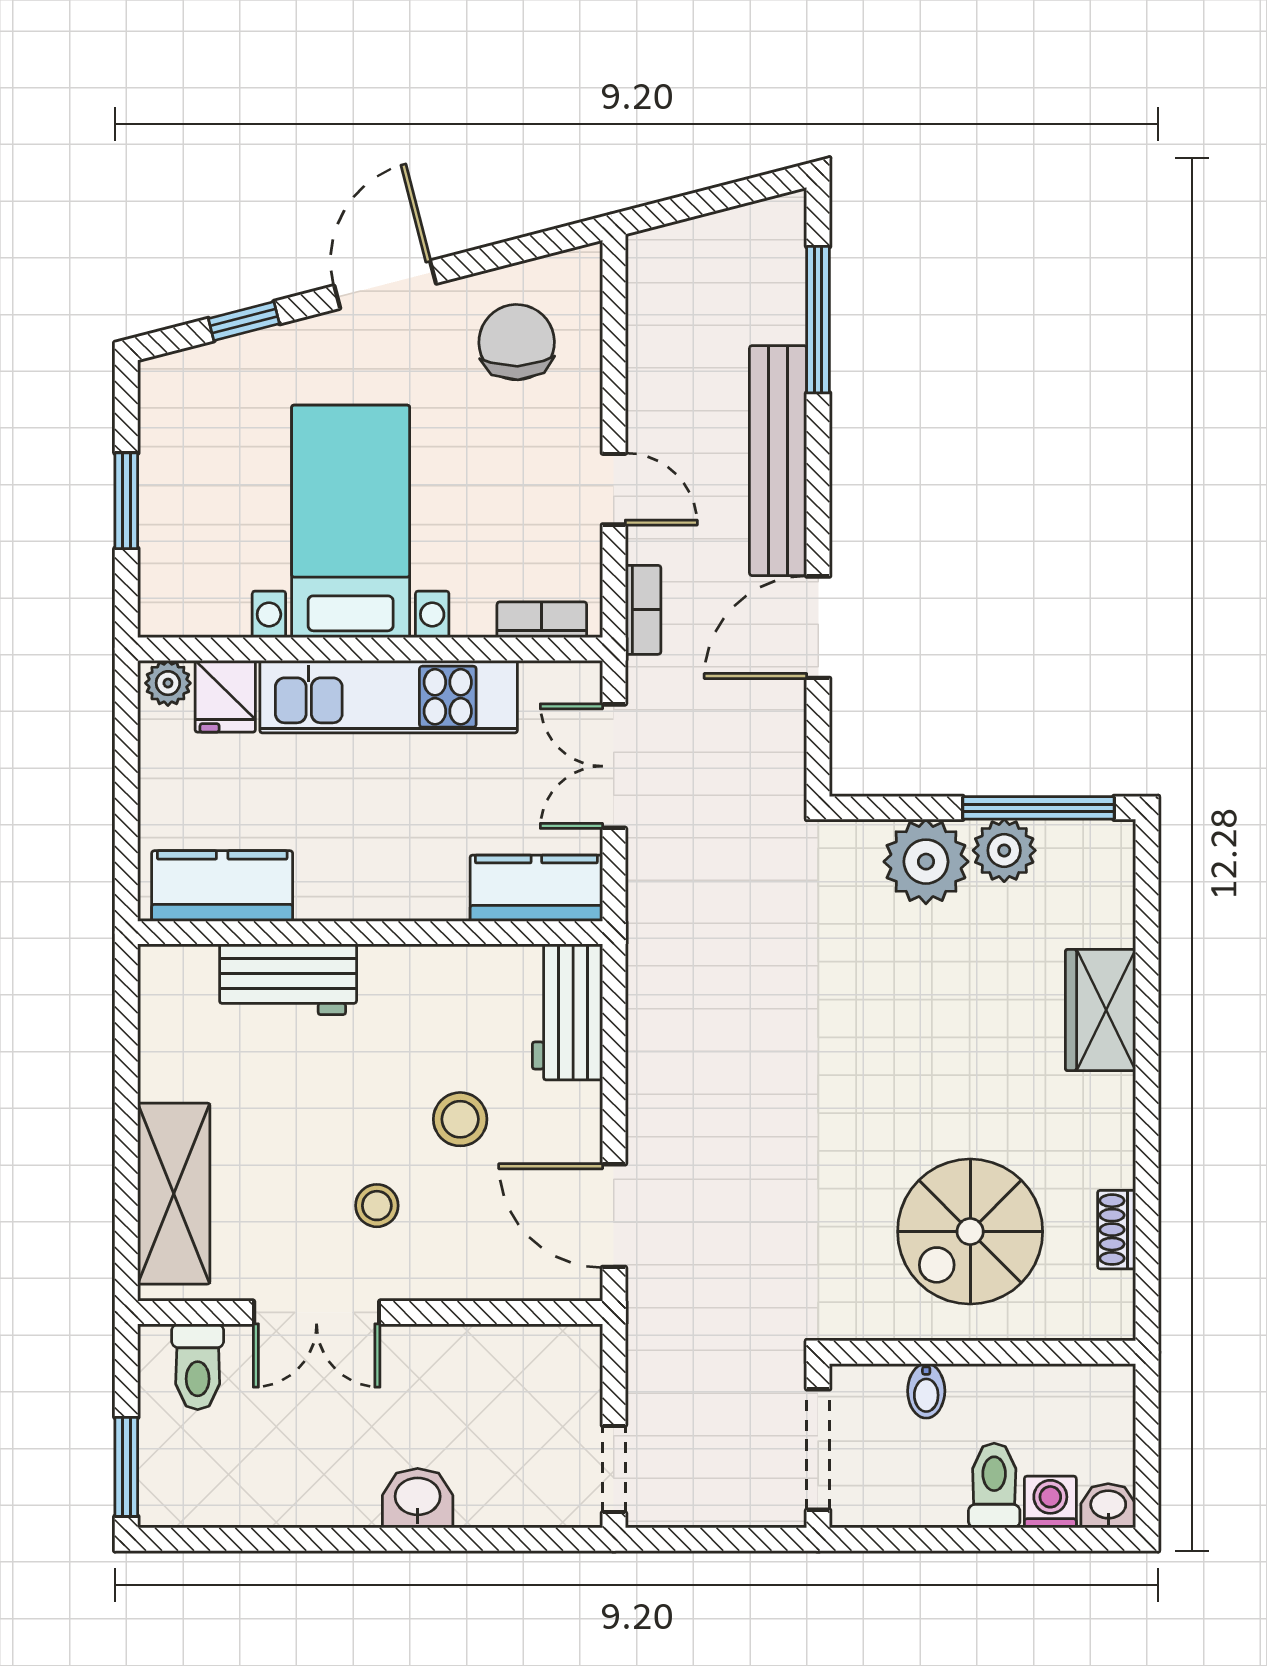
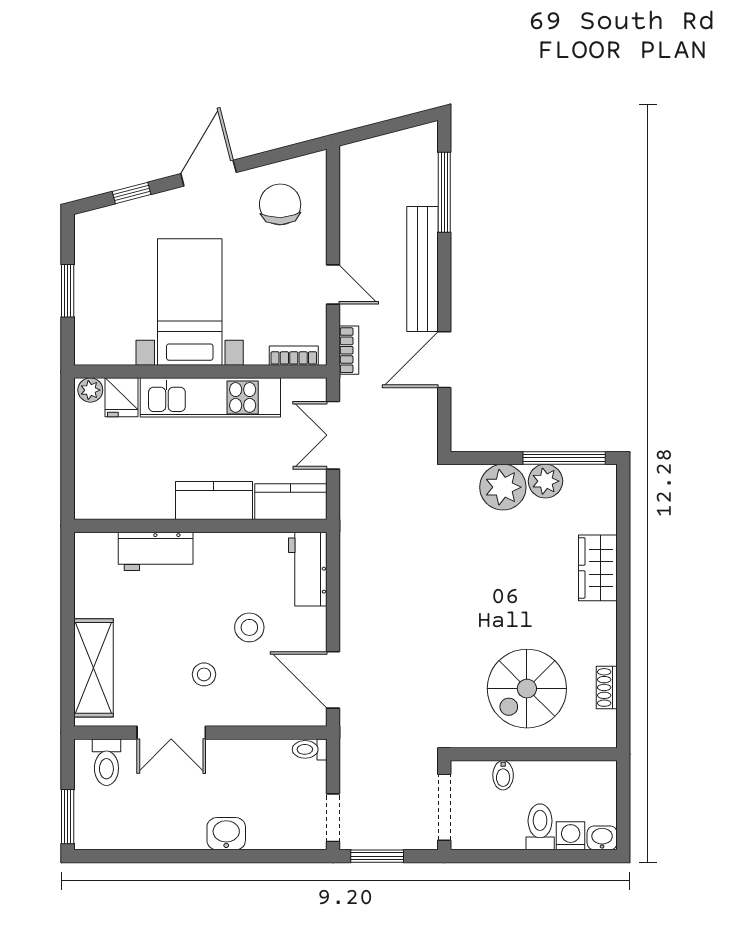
kitchen counter: (222, 886) -> (214, 500), moved
toilet: (571, 1343) -> (310, 749), added
window: (695, 1539) -> (377, 856), added

